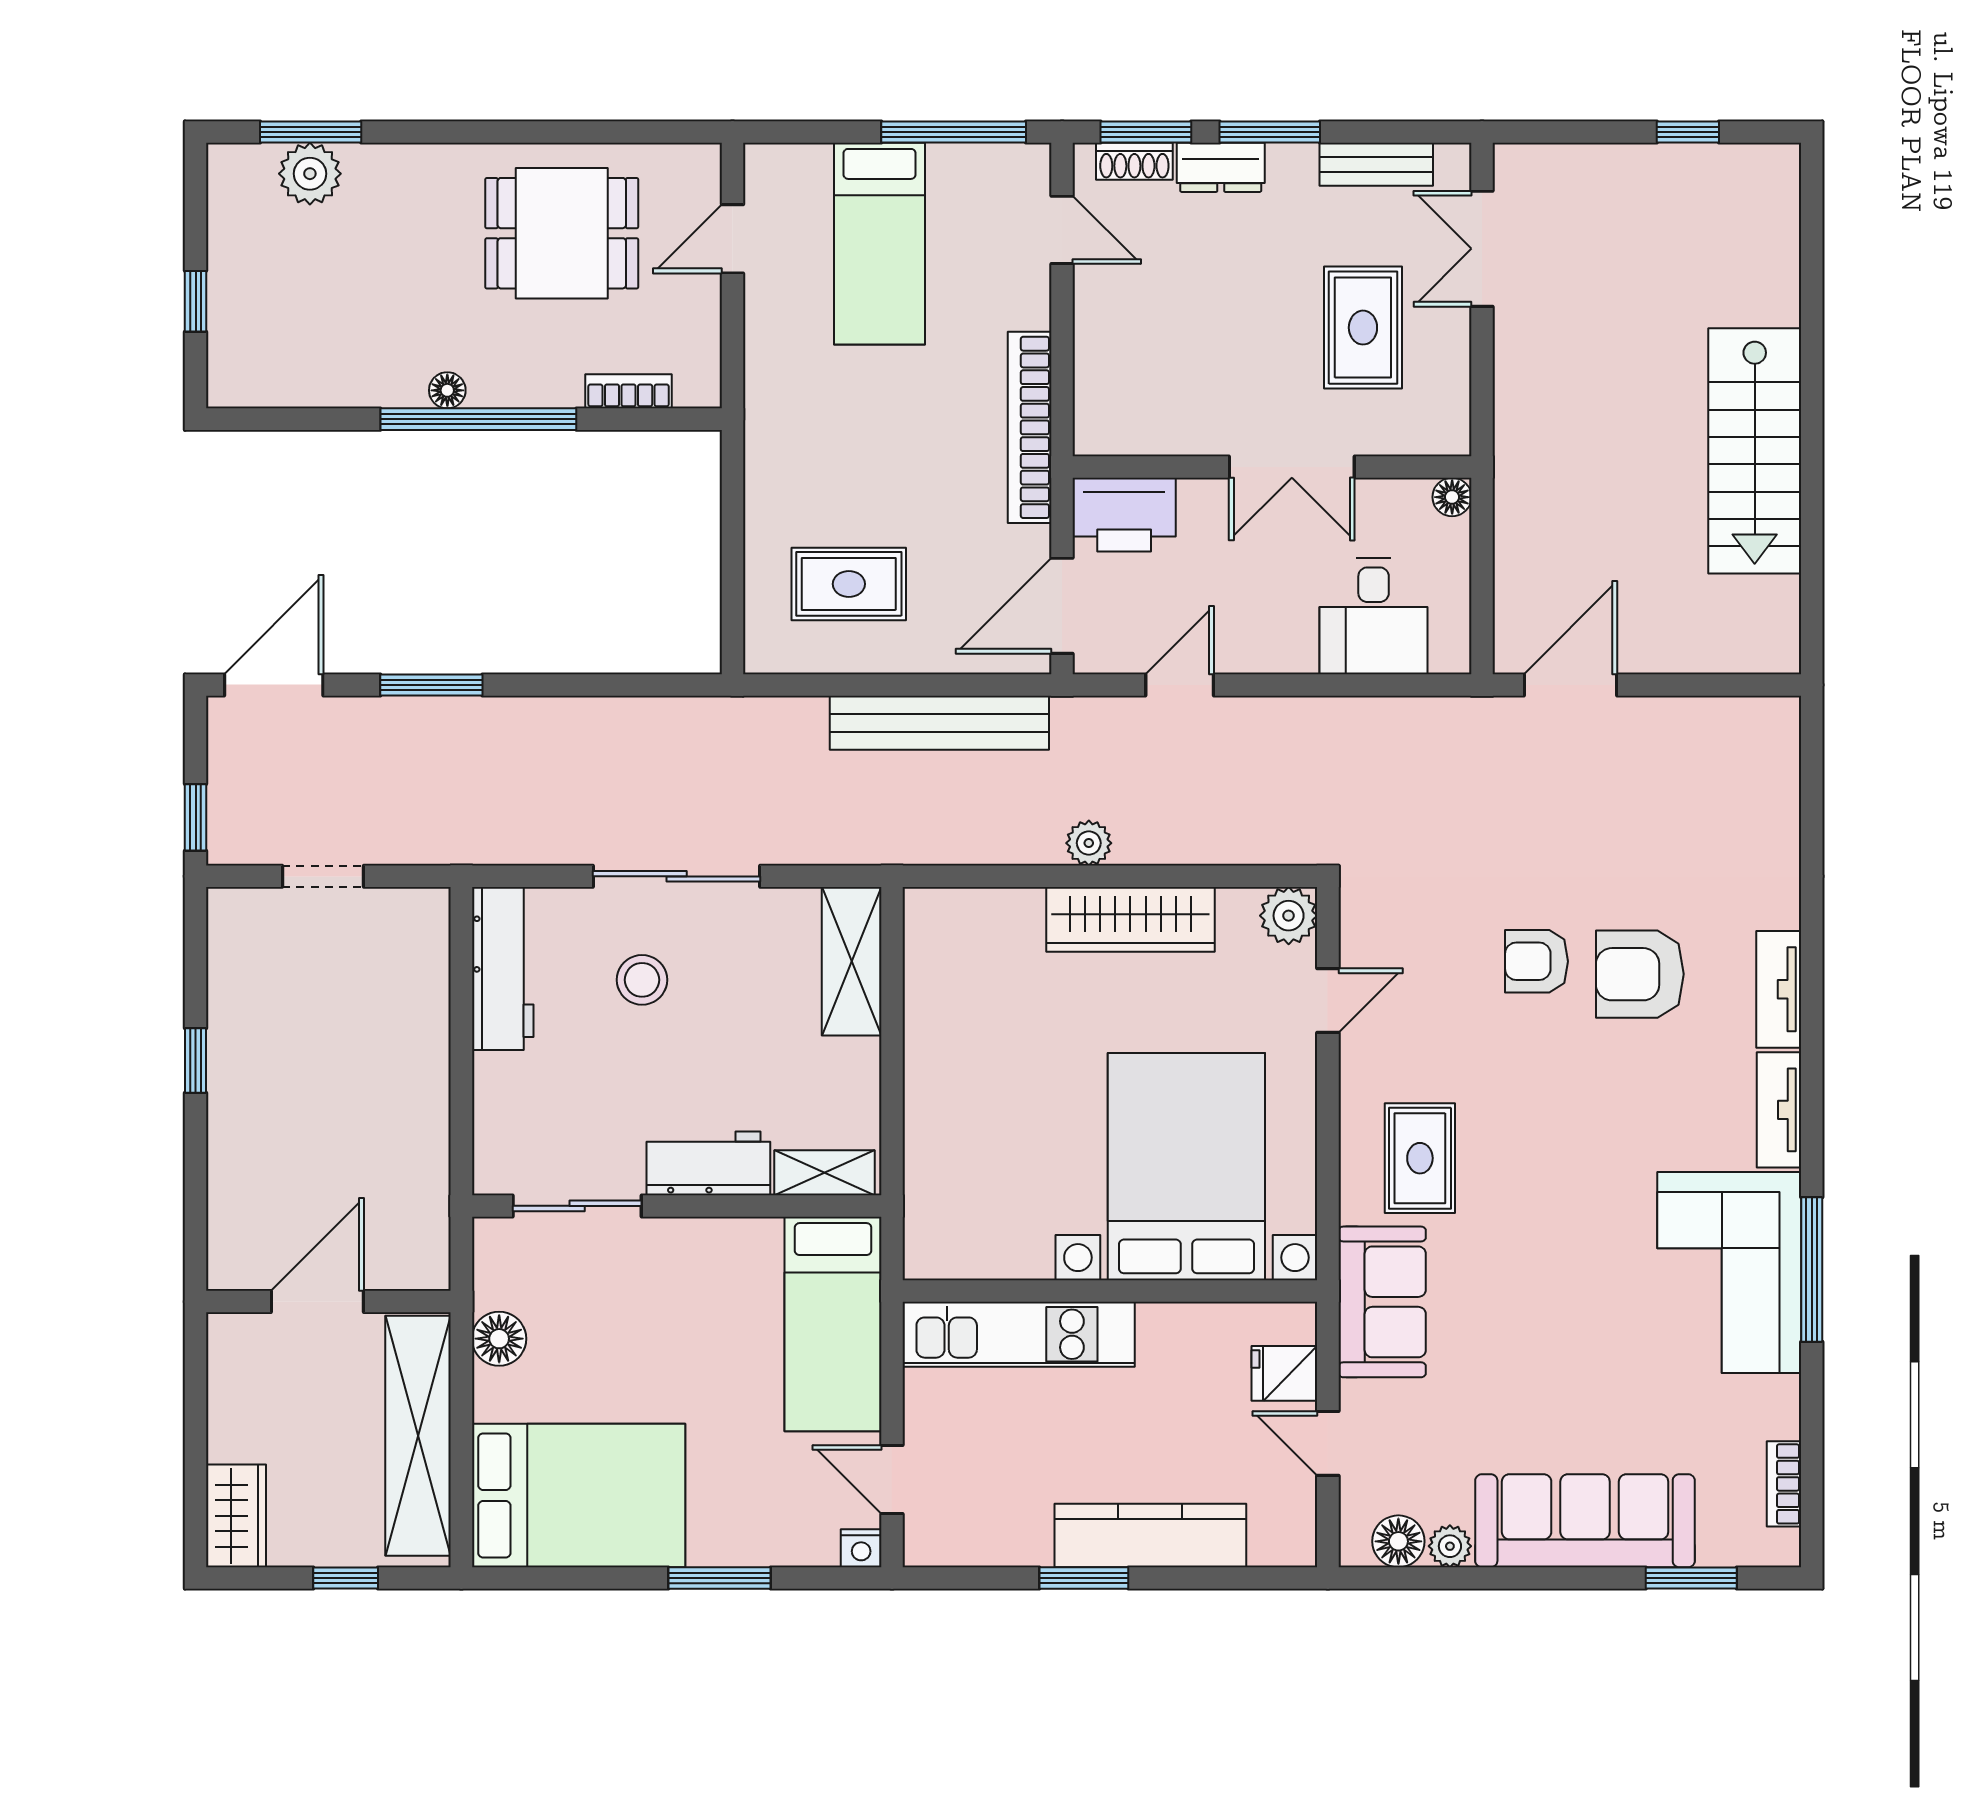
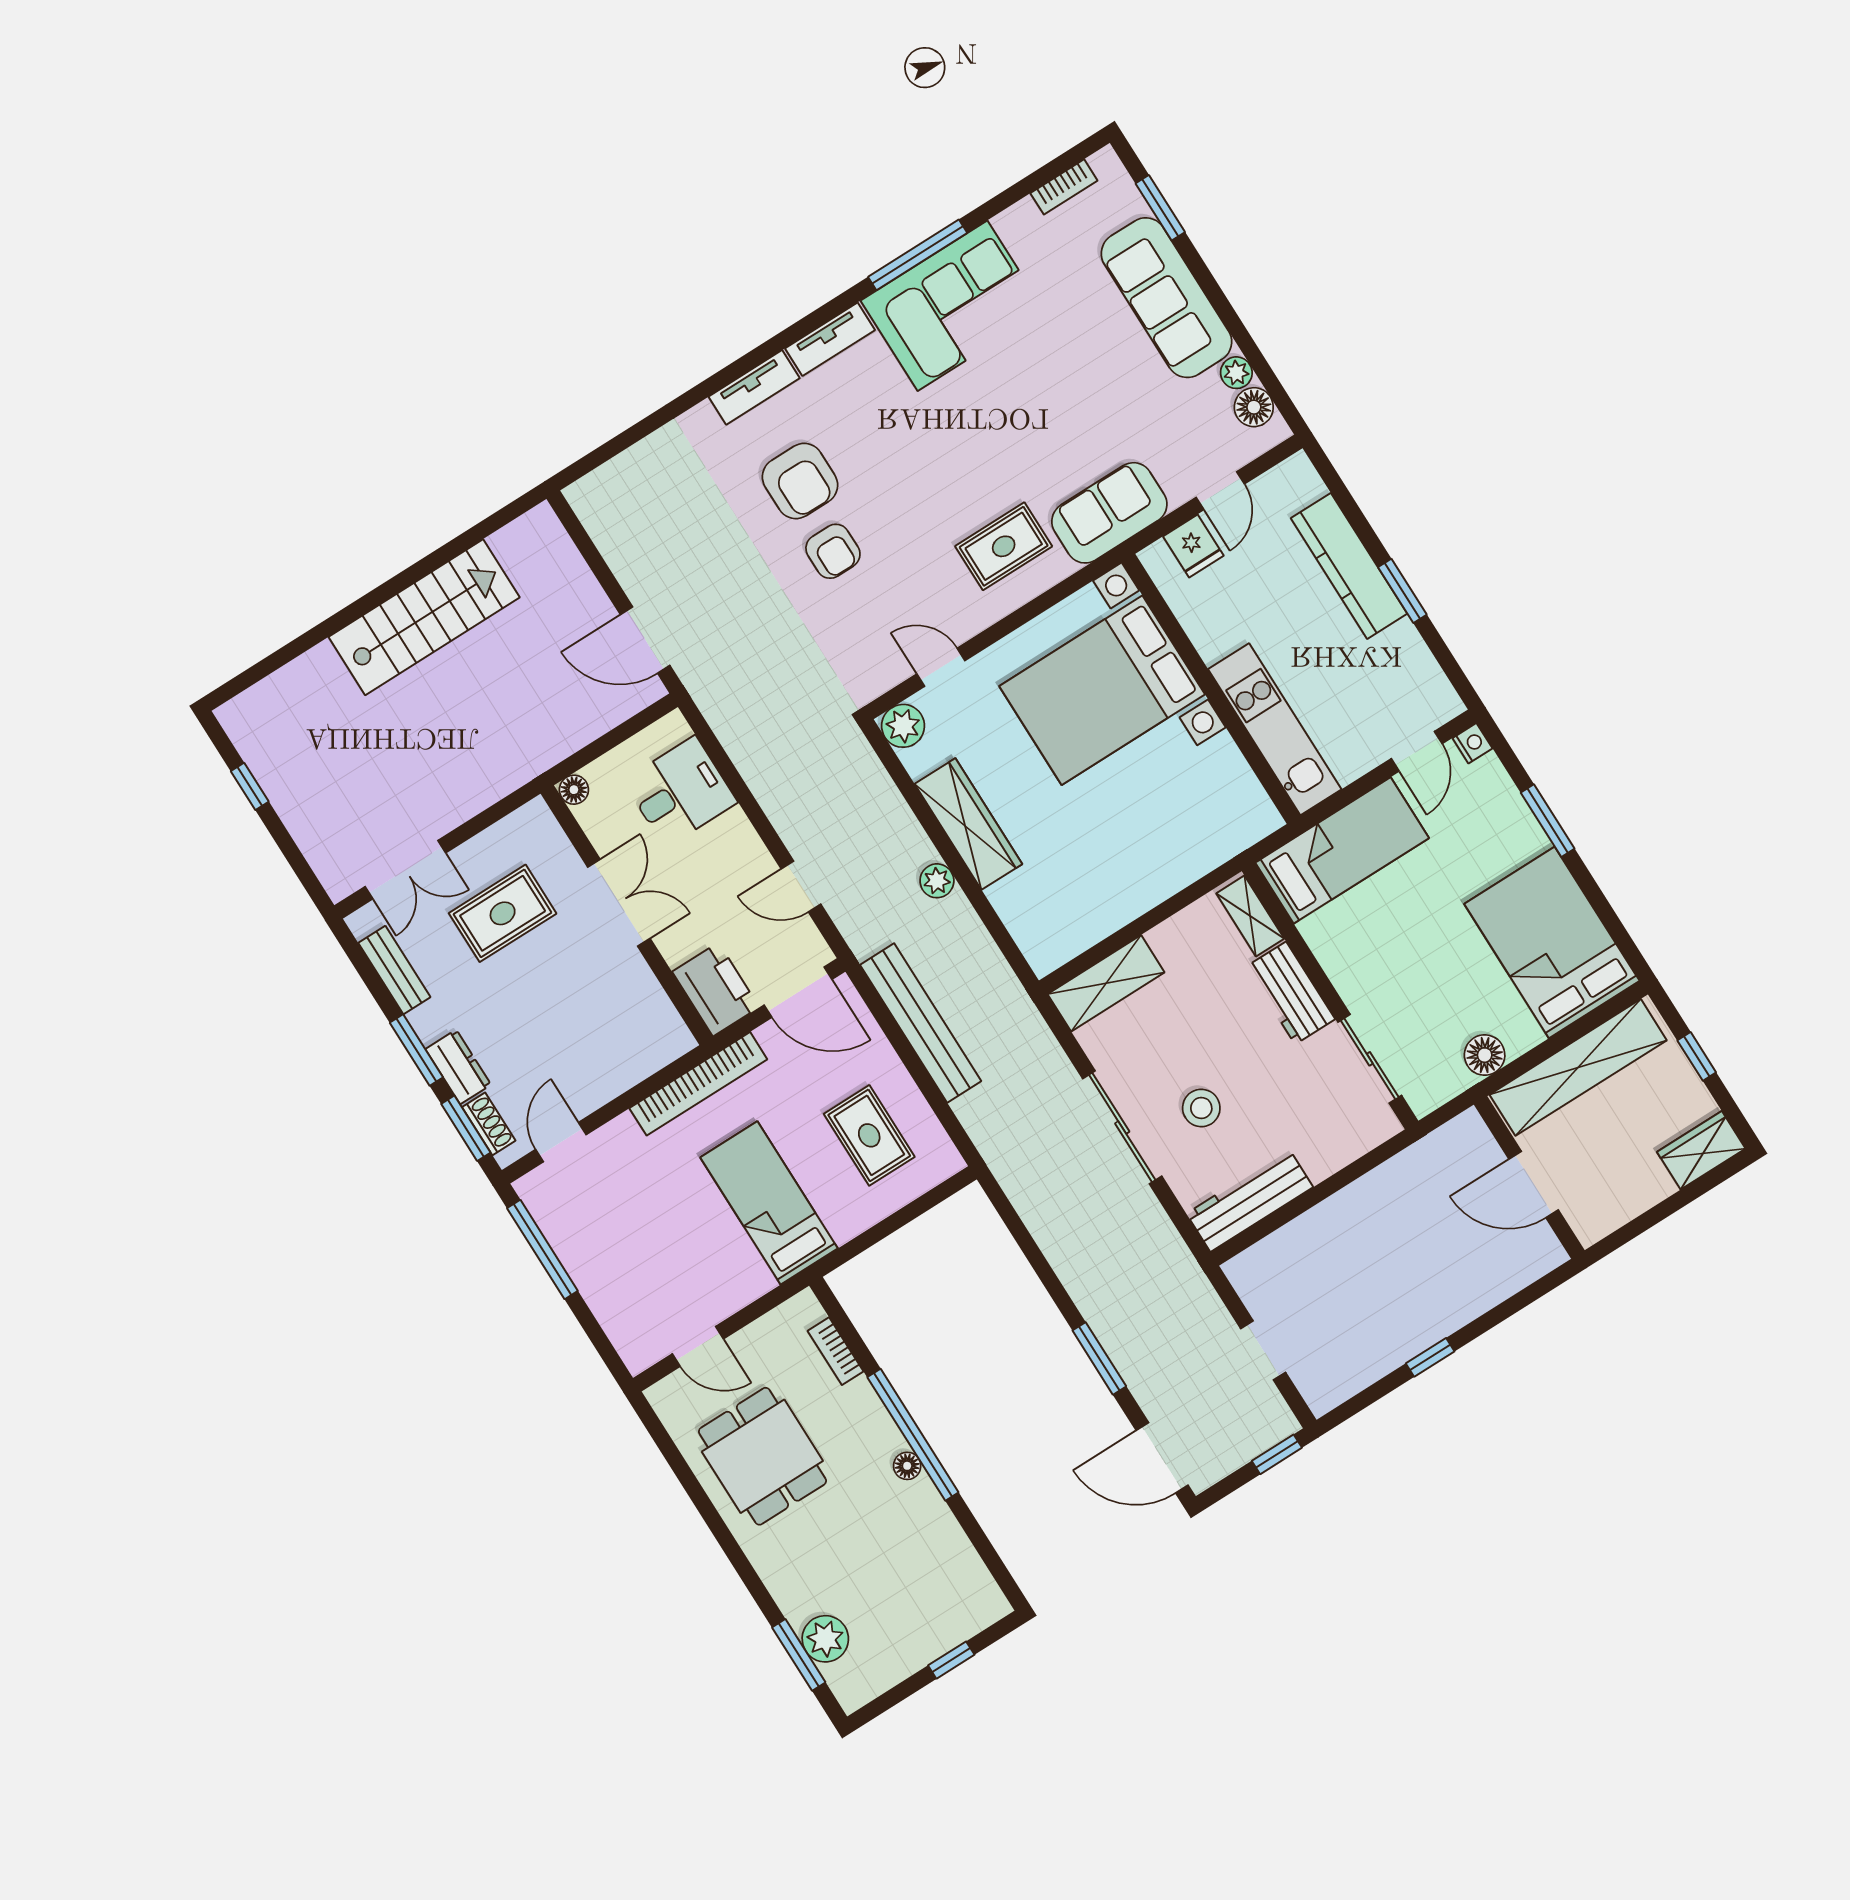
bed: (880, 244) -> (769, 1203), moved, turned -90

